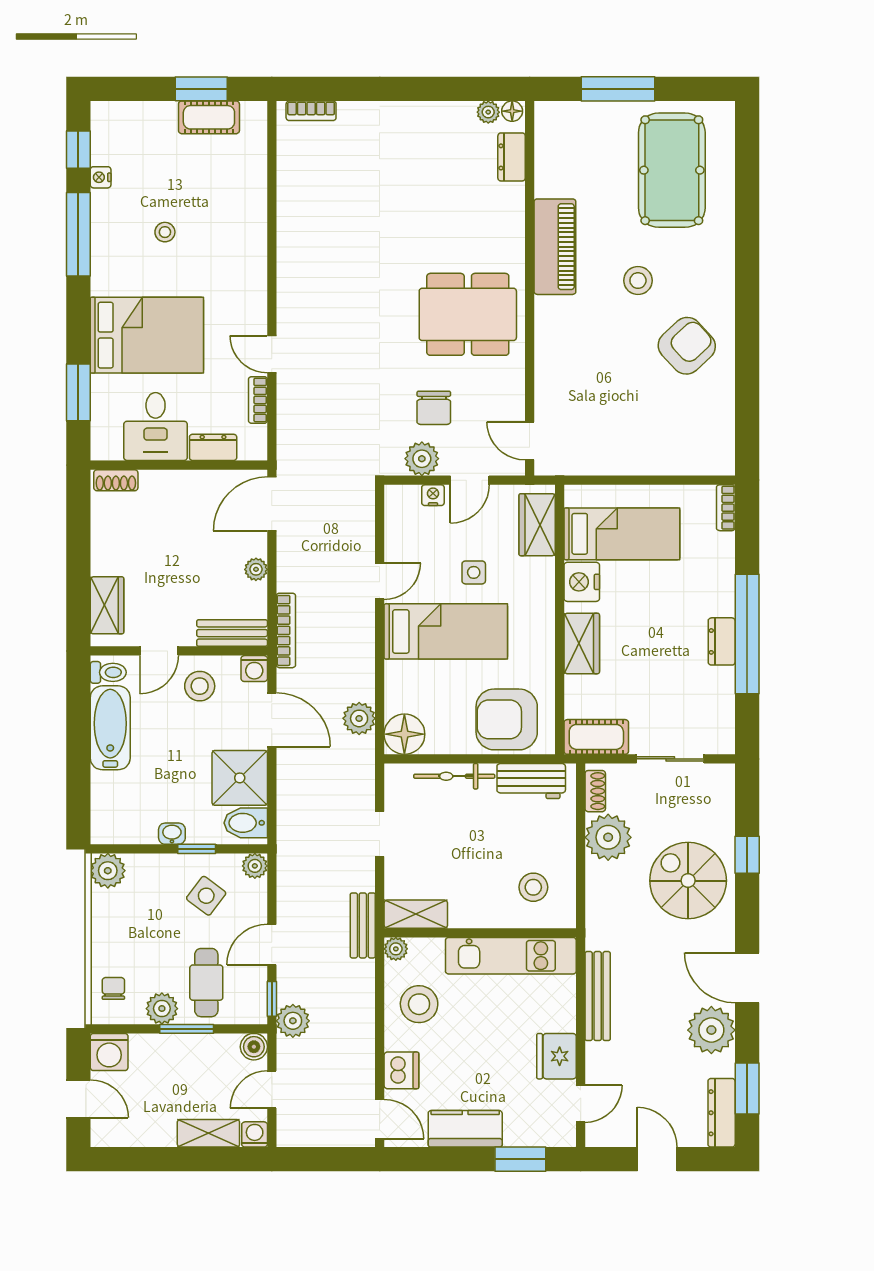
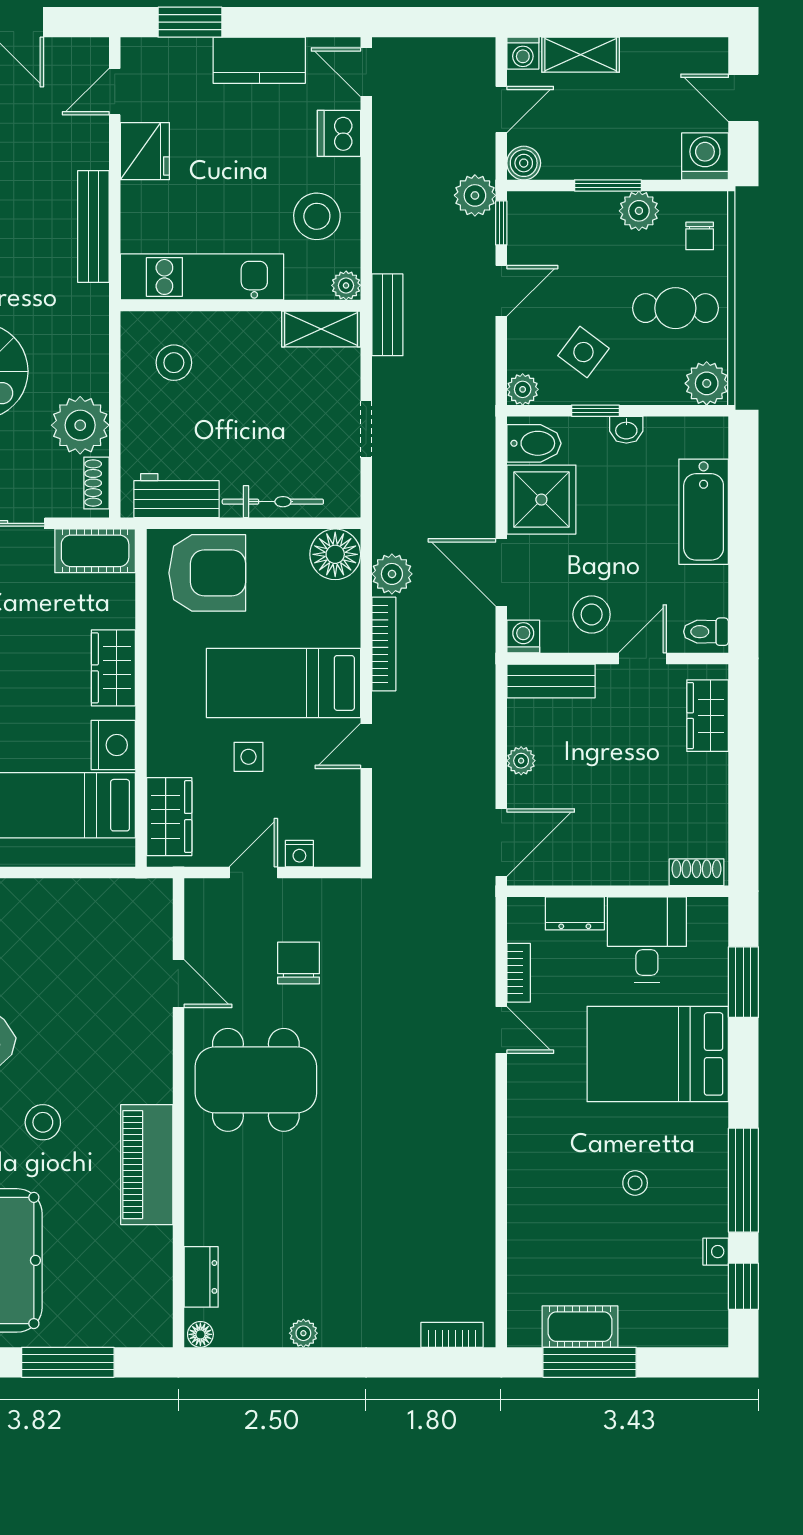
window: (201, 89) -> (590, 1362), width x1.44
plant: (488, 112) -> (303, 1333), moved
door: (530, 441) -> (178, 984), moved
plant: (422, 459) -> (313, 899), removed
bookcase: (286, 630) -> (384, 644), moved, turned 180
bathtub: (110, 728) -> (704, 512), moved
cafe table: (206, 983) -> (675, 308), moved, turned 90

